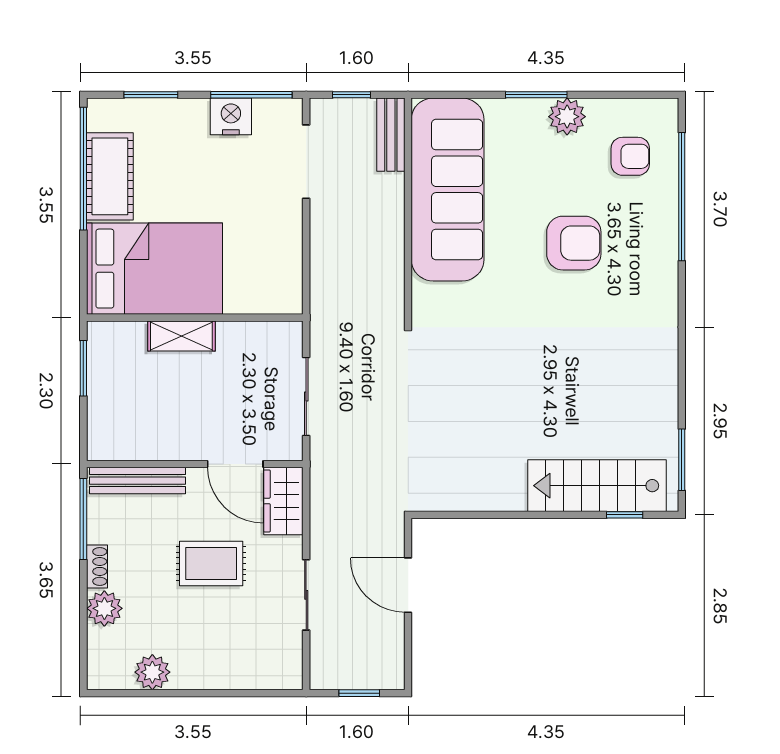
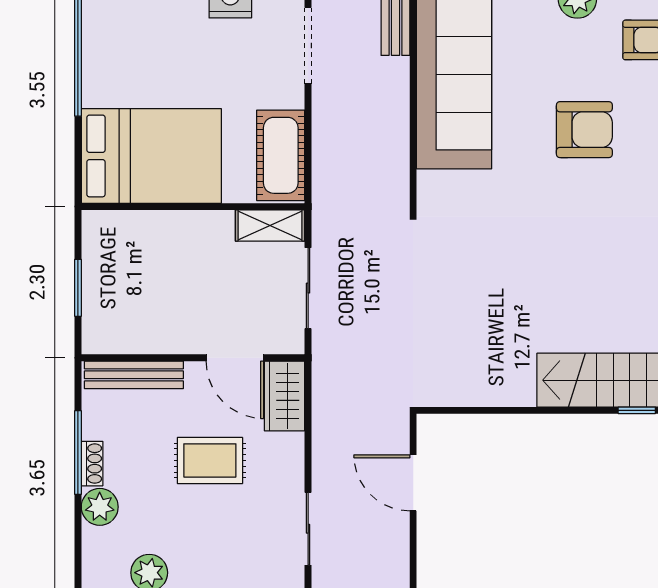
cot: (110, 176) -> (281, 155), moved
shelving: (181, 336) -> (270, 225), moved
window: (83, 368) -> (78, 288), moved
window: (83, 519) -> (78, 453), moved
sliding door: (306, 595) -> (308, 529), moved

